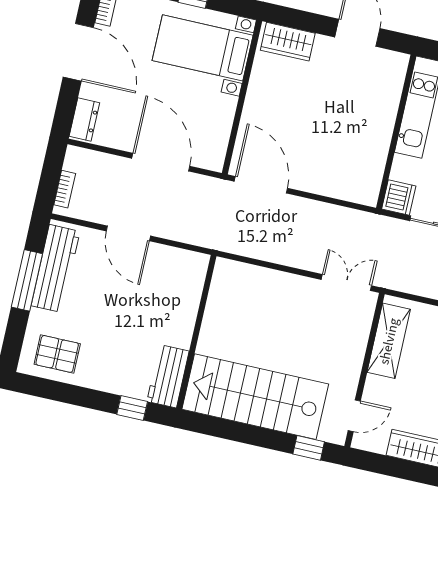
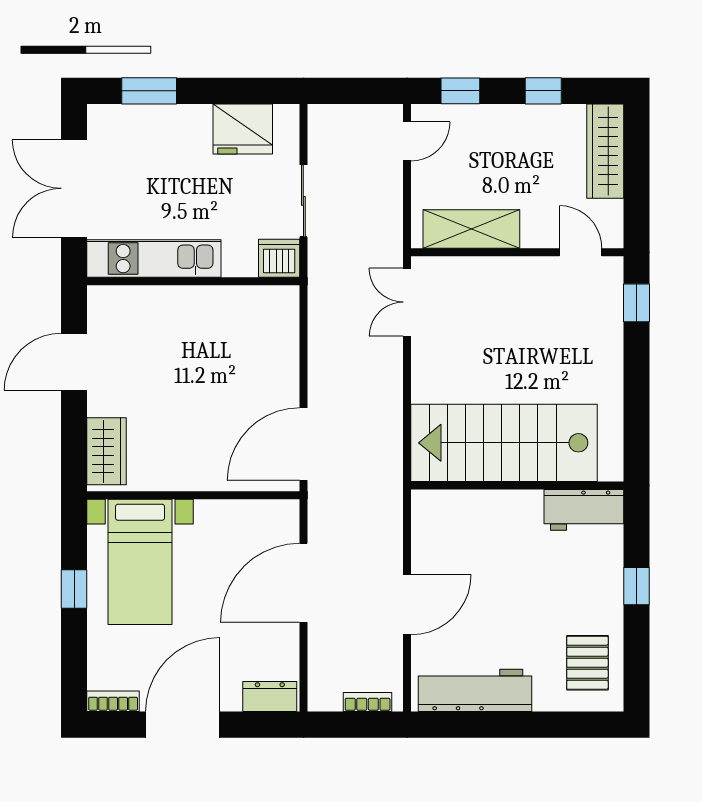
window: (27, 280) -> (499, 725), removed
stairs: (255, 397) -> (504, 443), moved, turned 90
window: (132, 408) -> (637, 586), moved

